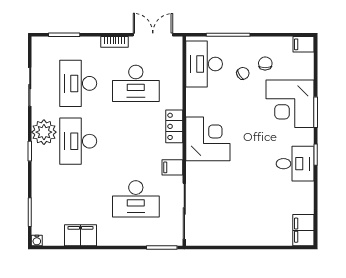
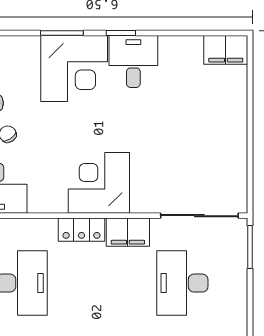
corner desk: (290, 104) -> (74, 68), moved
filing cabinet: (172, 167) -> (128, 232), width x2.00
desk: (136, 199) -> (182, 283), turned 180

